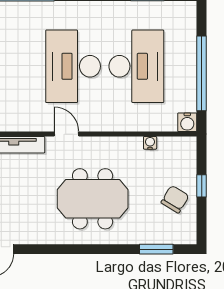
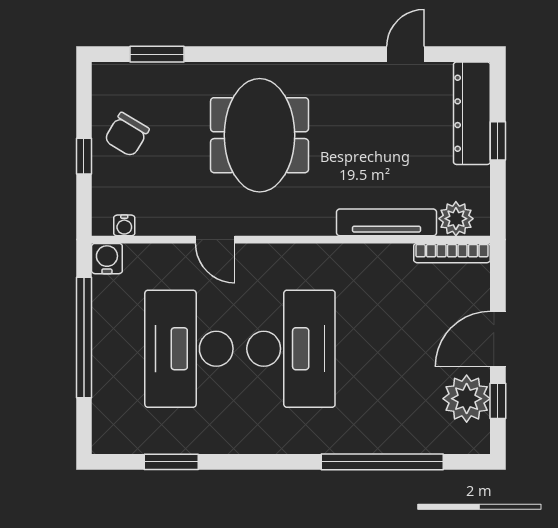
door: (67, 134) -> (215, 240), moved
water cooler: (150, 143) -> (124, 225), moved
meeting table: (93, 199) -> (260, 135), turned 90

